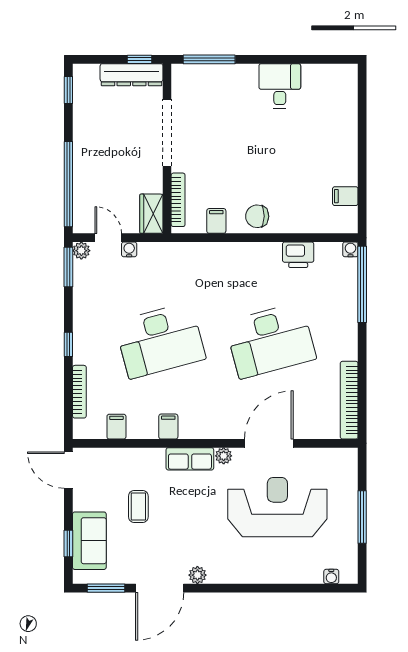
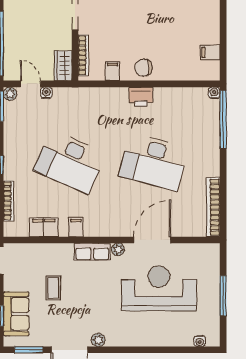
printer: (298, 255) -> (141, 97), moved
desk: (160, 340) -> (70, 162), turned 39
desk: (270, 340) -> (154, 162), turned 30
filing cabinet: (116, 427) -> (44, 227), width x2.00

